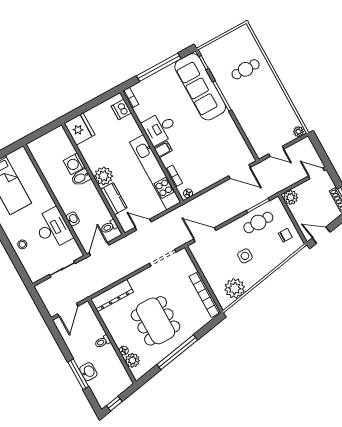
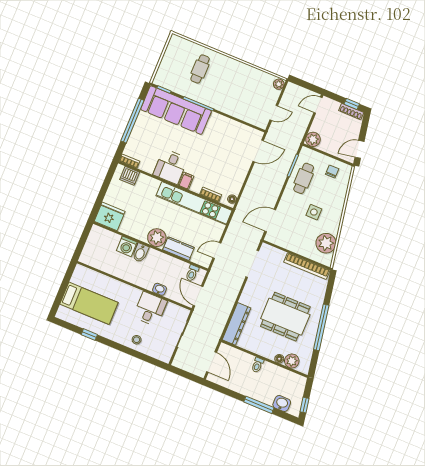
desk: (53, 229) -> (150, 309), width x0.73
washbasin: (88, 372) -> (282, 404), moved

